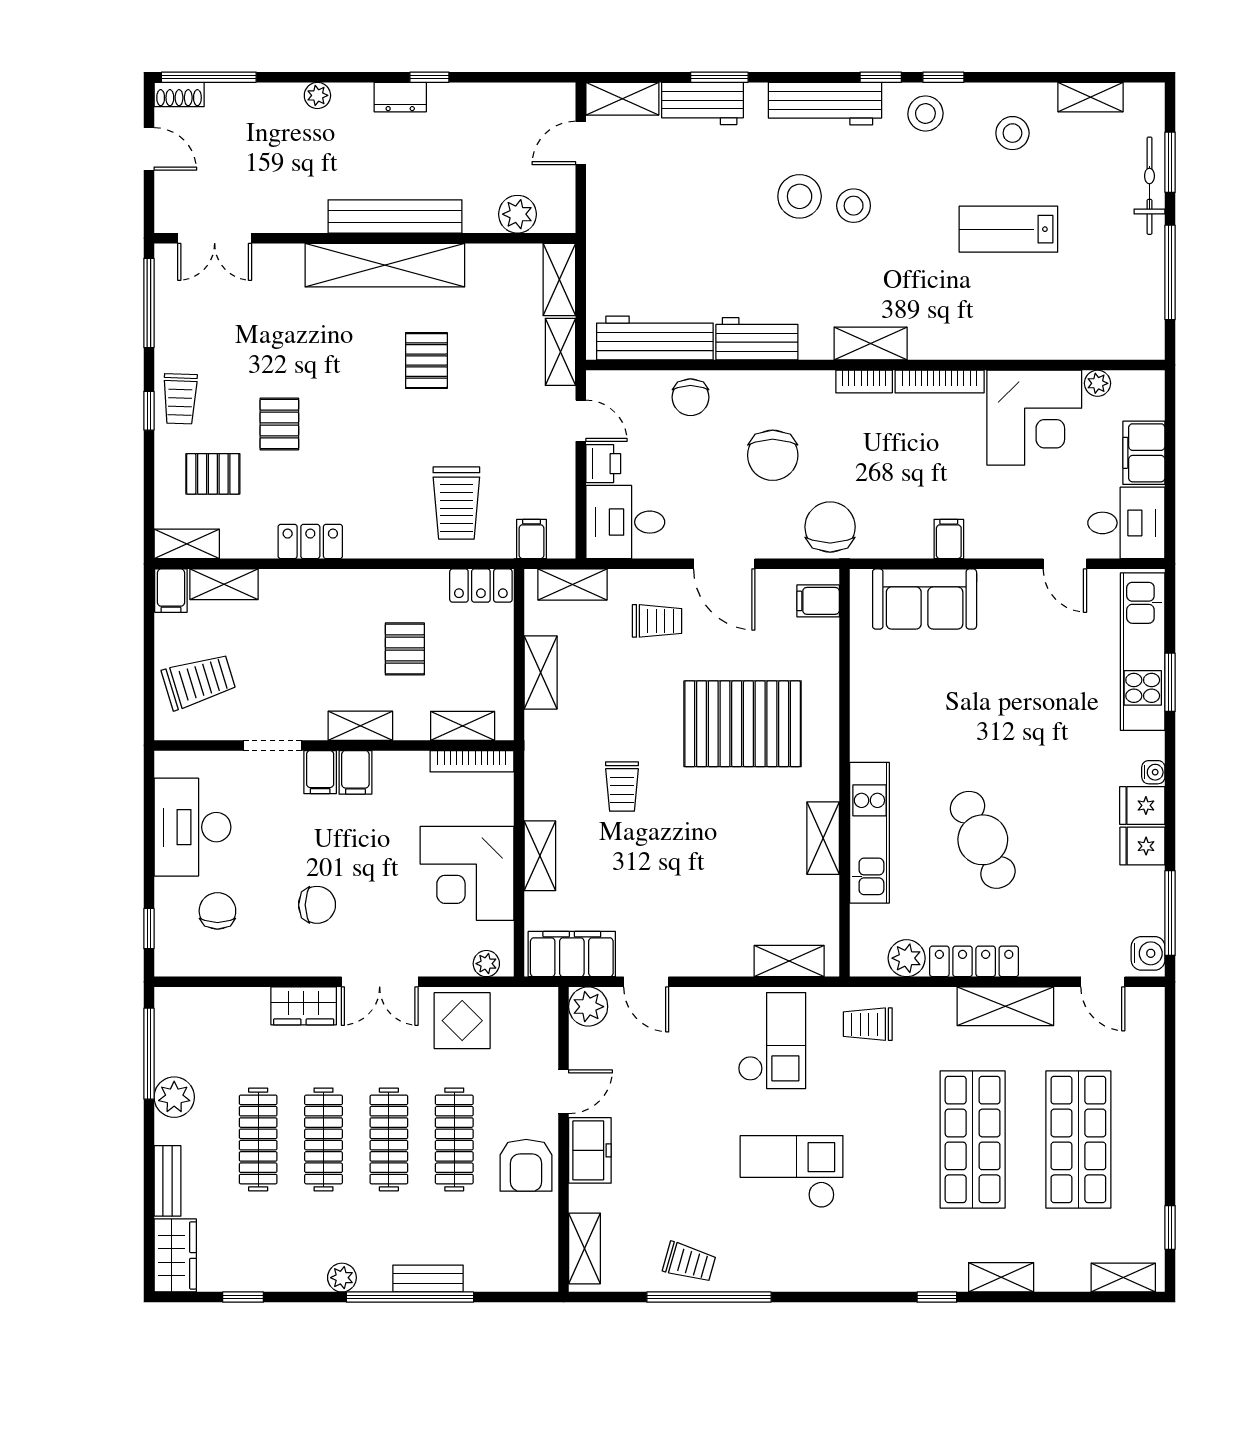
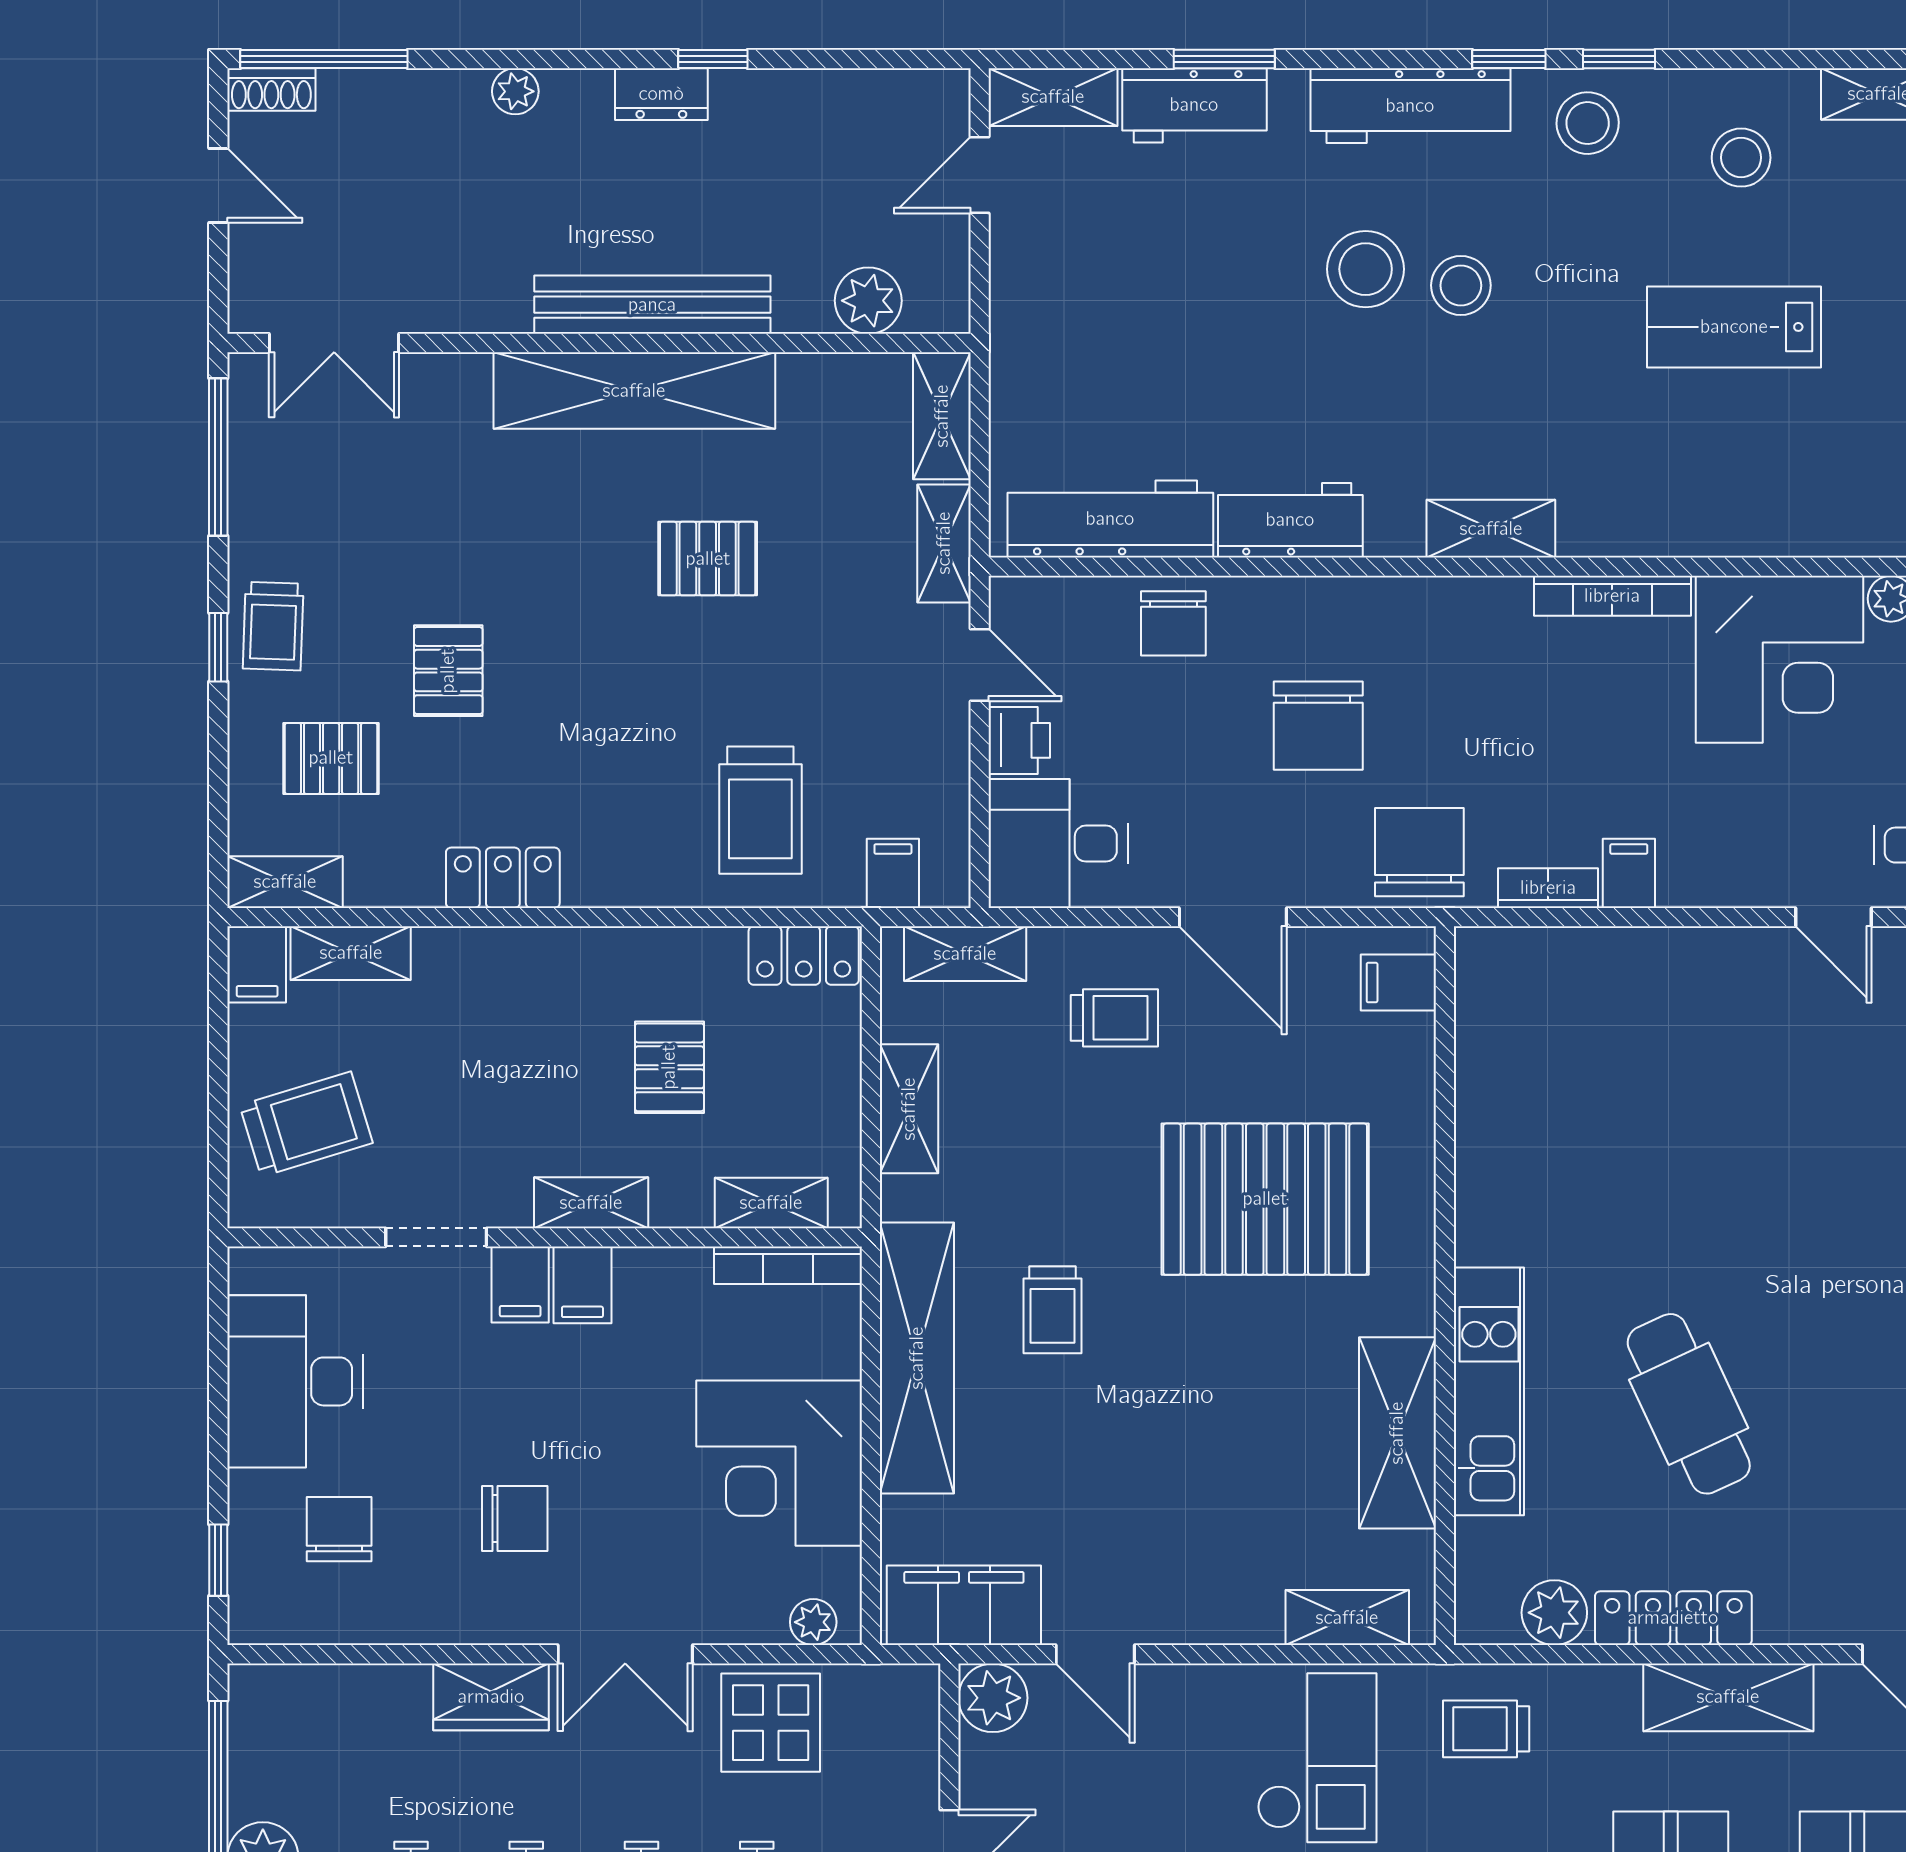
pallet: (426, 361) -> (708, 559), turned 90
bookcase: (864, 382) -> (1548, 888), moved, turned 180
sofa: (925, 599) -> (1586, 979), removed
shelving: (823, 838) -> (1397, 1433), width x1.50, depth x1.33
shelving: (540, 856) -> (917, 1358), width x2.20, depth x1.33

